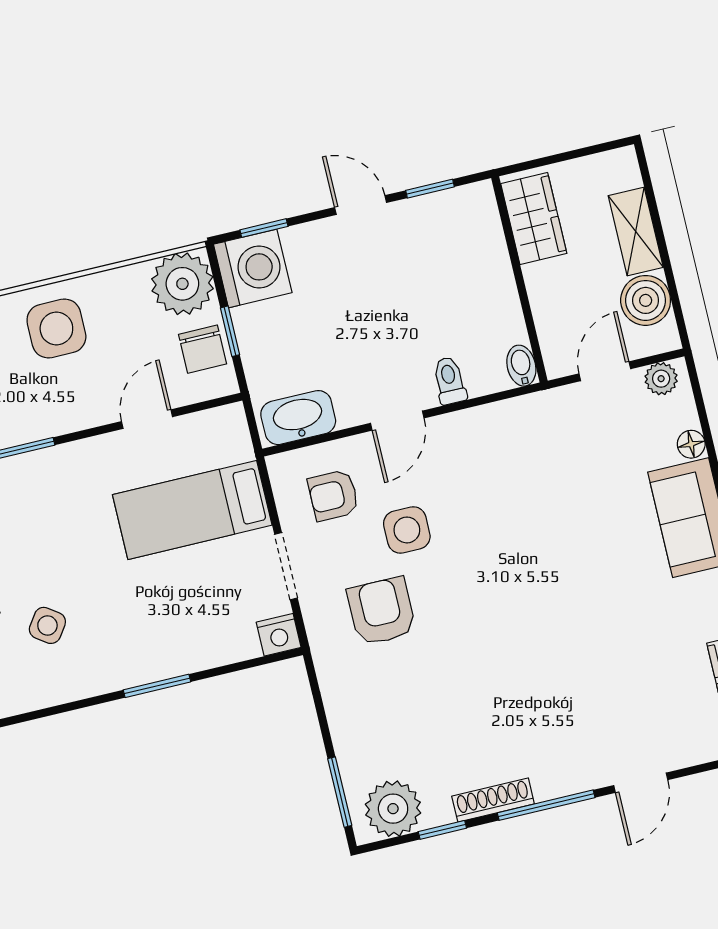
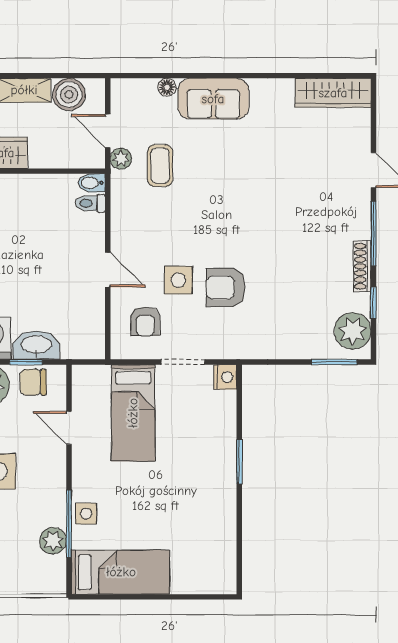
chair: (203, 349) -> (33, 382), turned 180
plant: (661, 379) -> (121, 159), moved
toilet: (450, 381) -> (90, 203), moved
washbasin: (298, 418) -> (36, 345), moved, turned 90
coffee table: (571, 462) -> (160, 166), added
armchair: (382, 611) -> (226, 288), moved
side table: (47, 625) -> (86, 514), moved, turned -35

